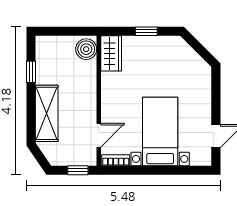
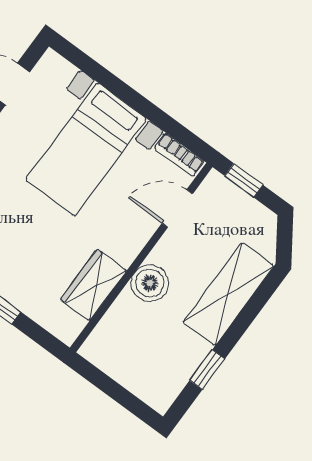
boiler: (86, 49) -> (150, 283), moved
wardrobe: (111, 53) -> (94, 285), moved

